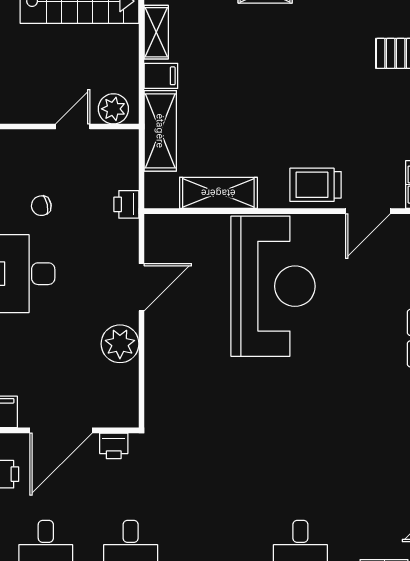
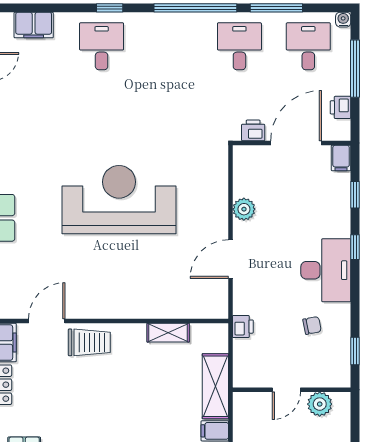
plant: (113, 109) -> (320, 404), moved
shelving: (218, 193) -> (168, 333), width x0.67, depth x0.75
reception desk: (273, 286) -> (119, 200), moved, turned 90
plant: (120, 344) -> (244, 209), width x0.73, depth x0.73

